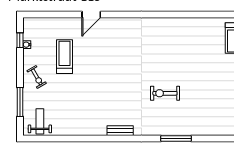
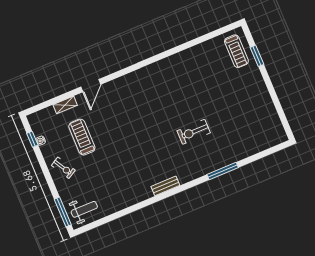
shelving: (62, 22) -> (65, 105), added
window: (20, 102) -> (63, 212), moved
weight bench: (40, 121) -> (84, 209), turned 90

